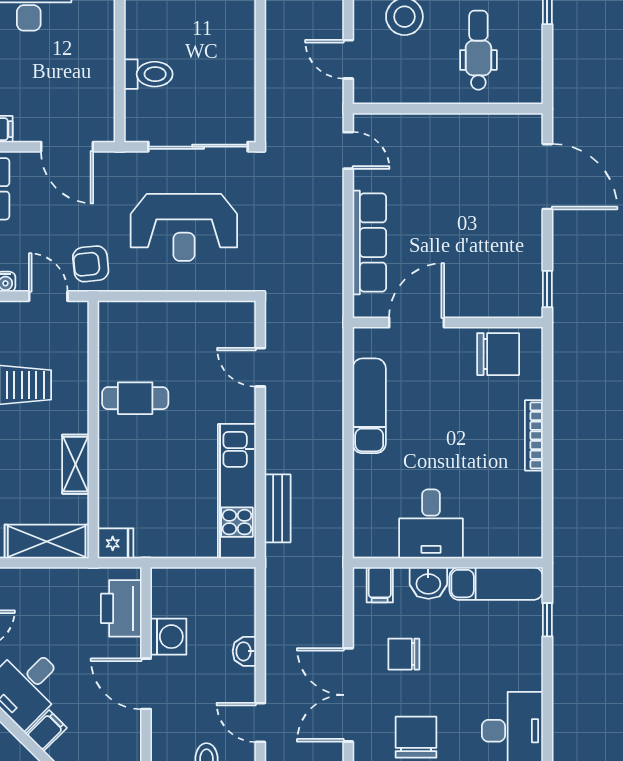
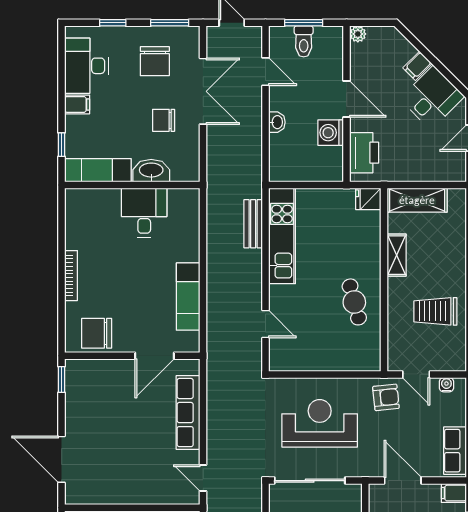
cafe table: (135, 398) -> (354, 302), turned 75
washbasin: (428, 583) -> (151, 171), width x1.38
filing cabinet: (380, 585) -> (77, 104), moved, turned 90
chair: (404, 654) -> (164, 120), turned 180

